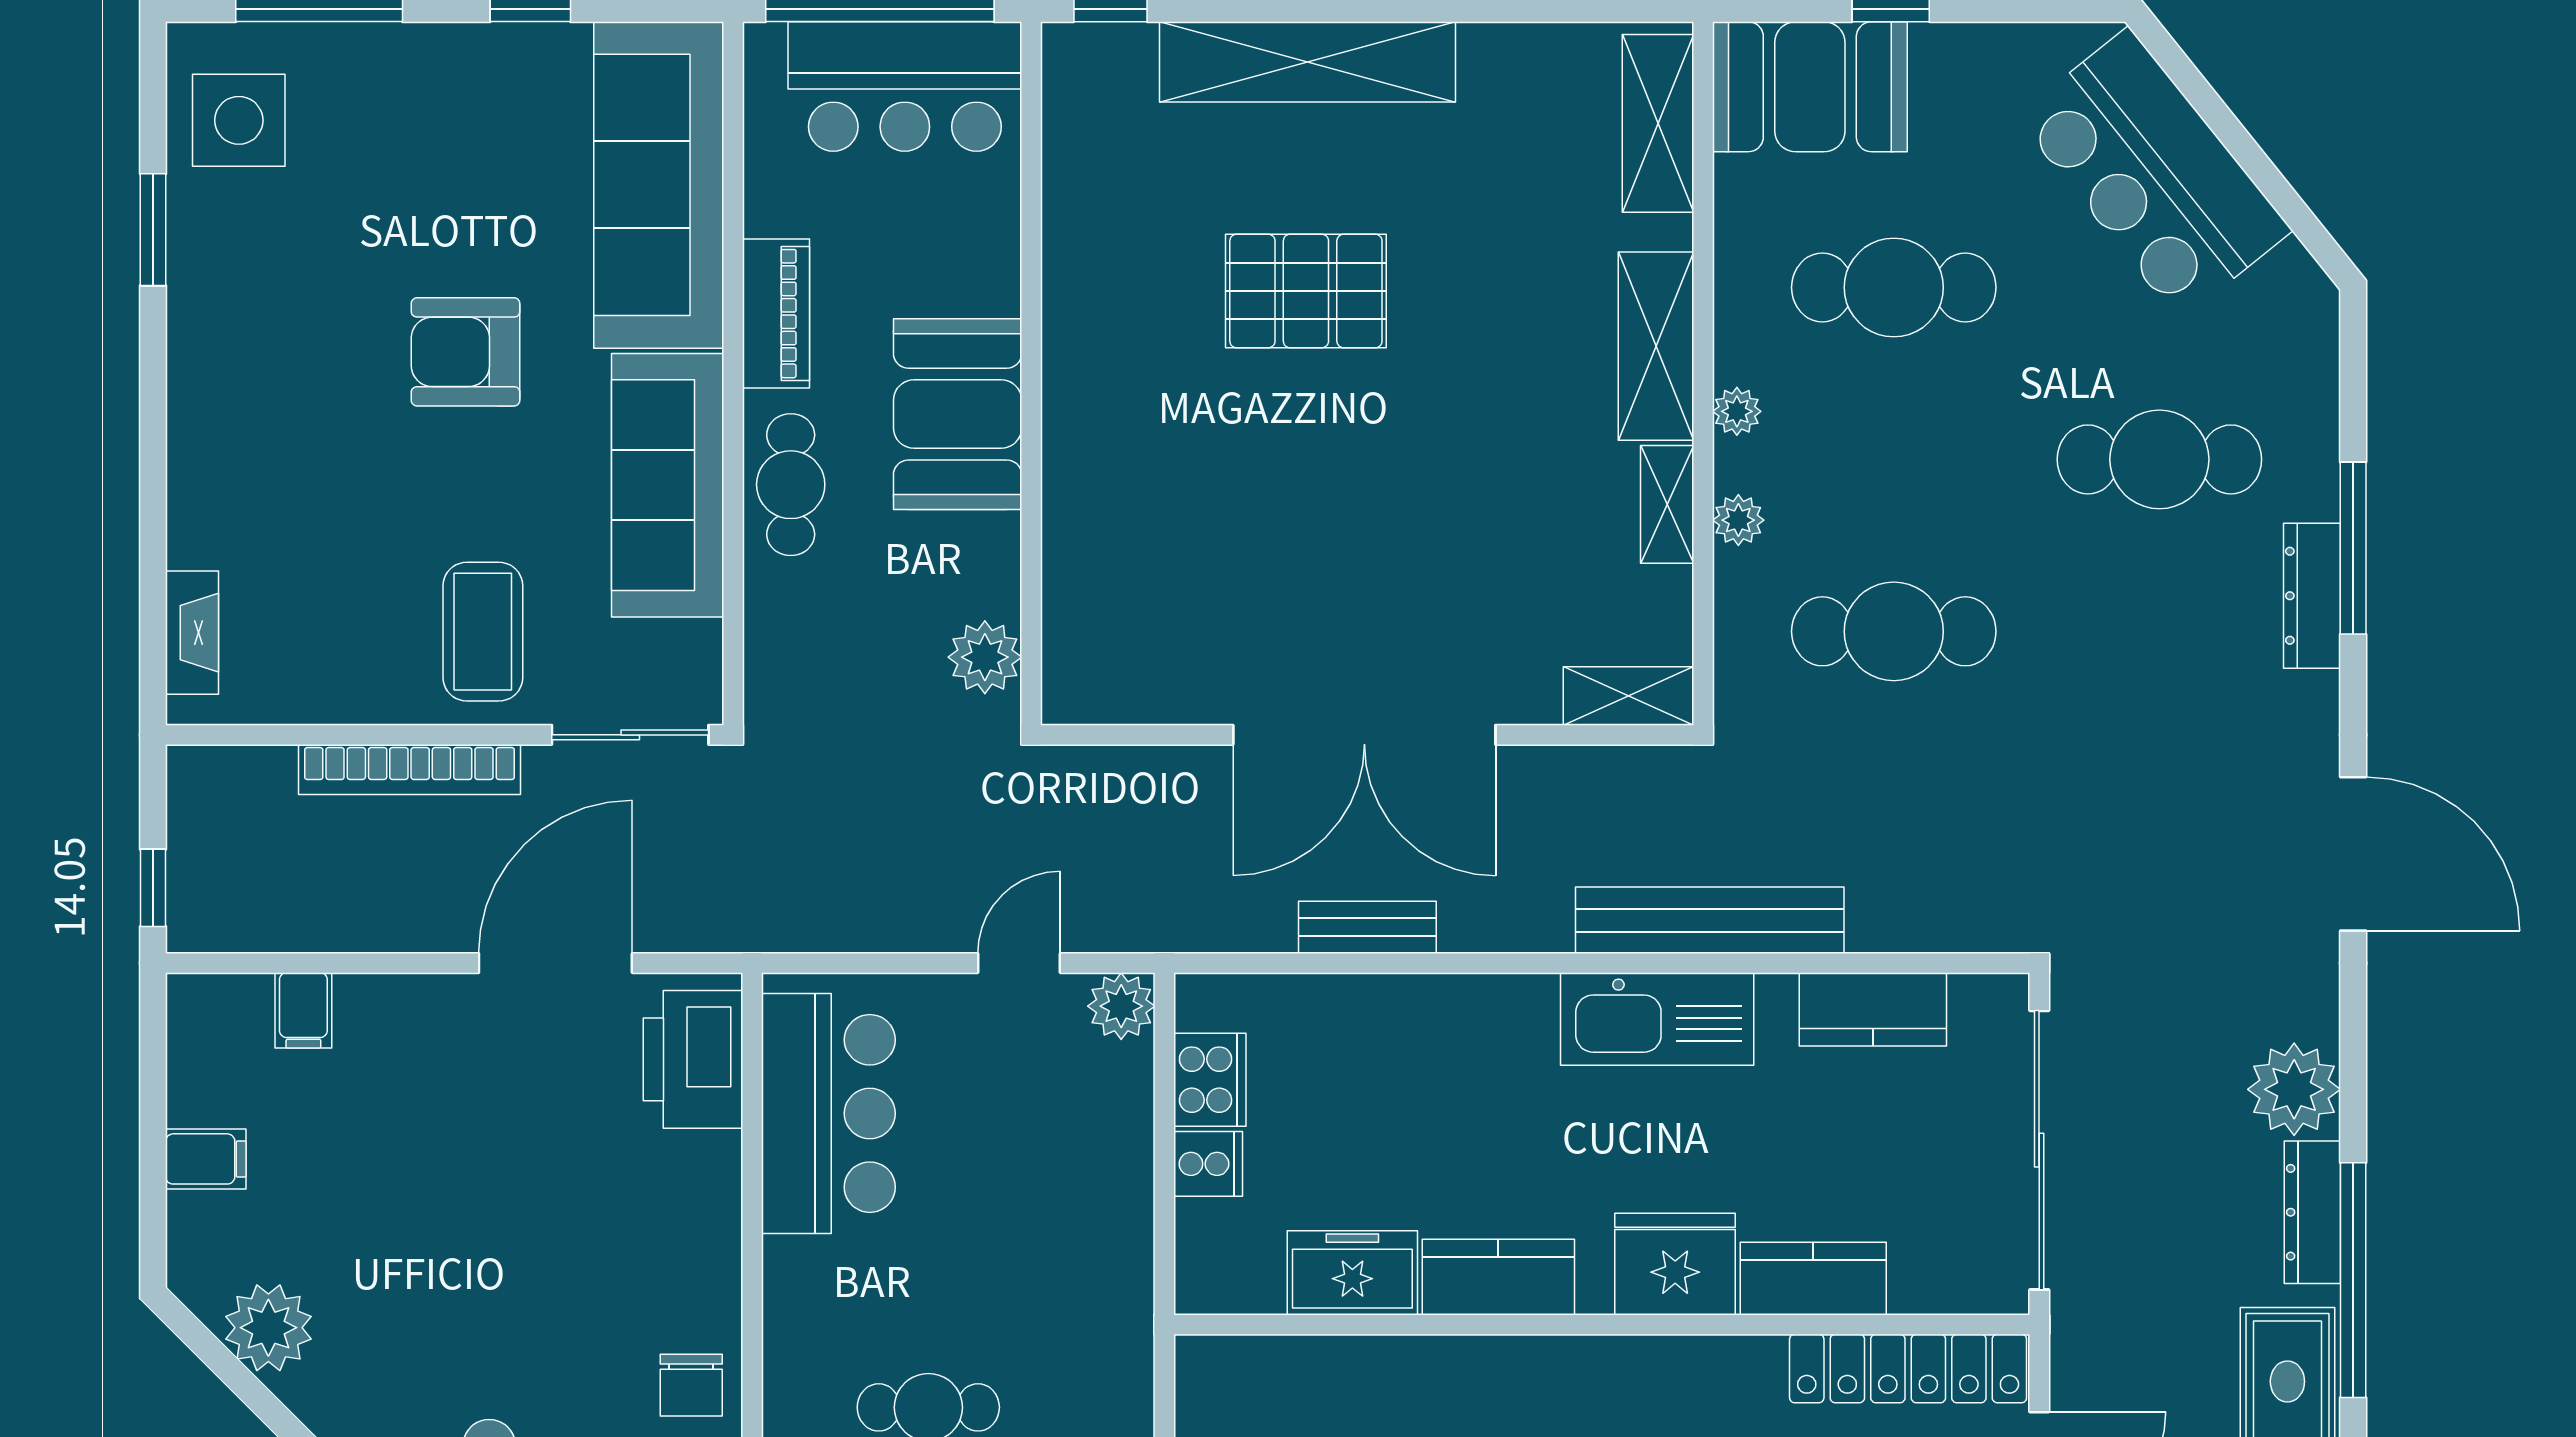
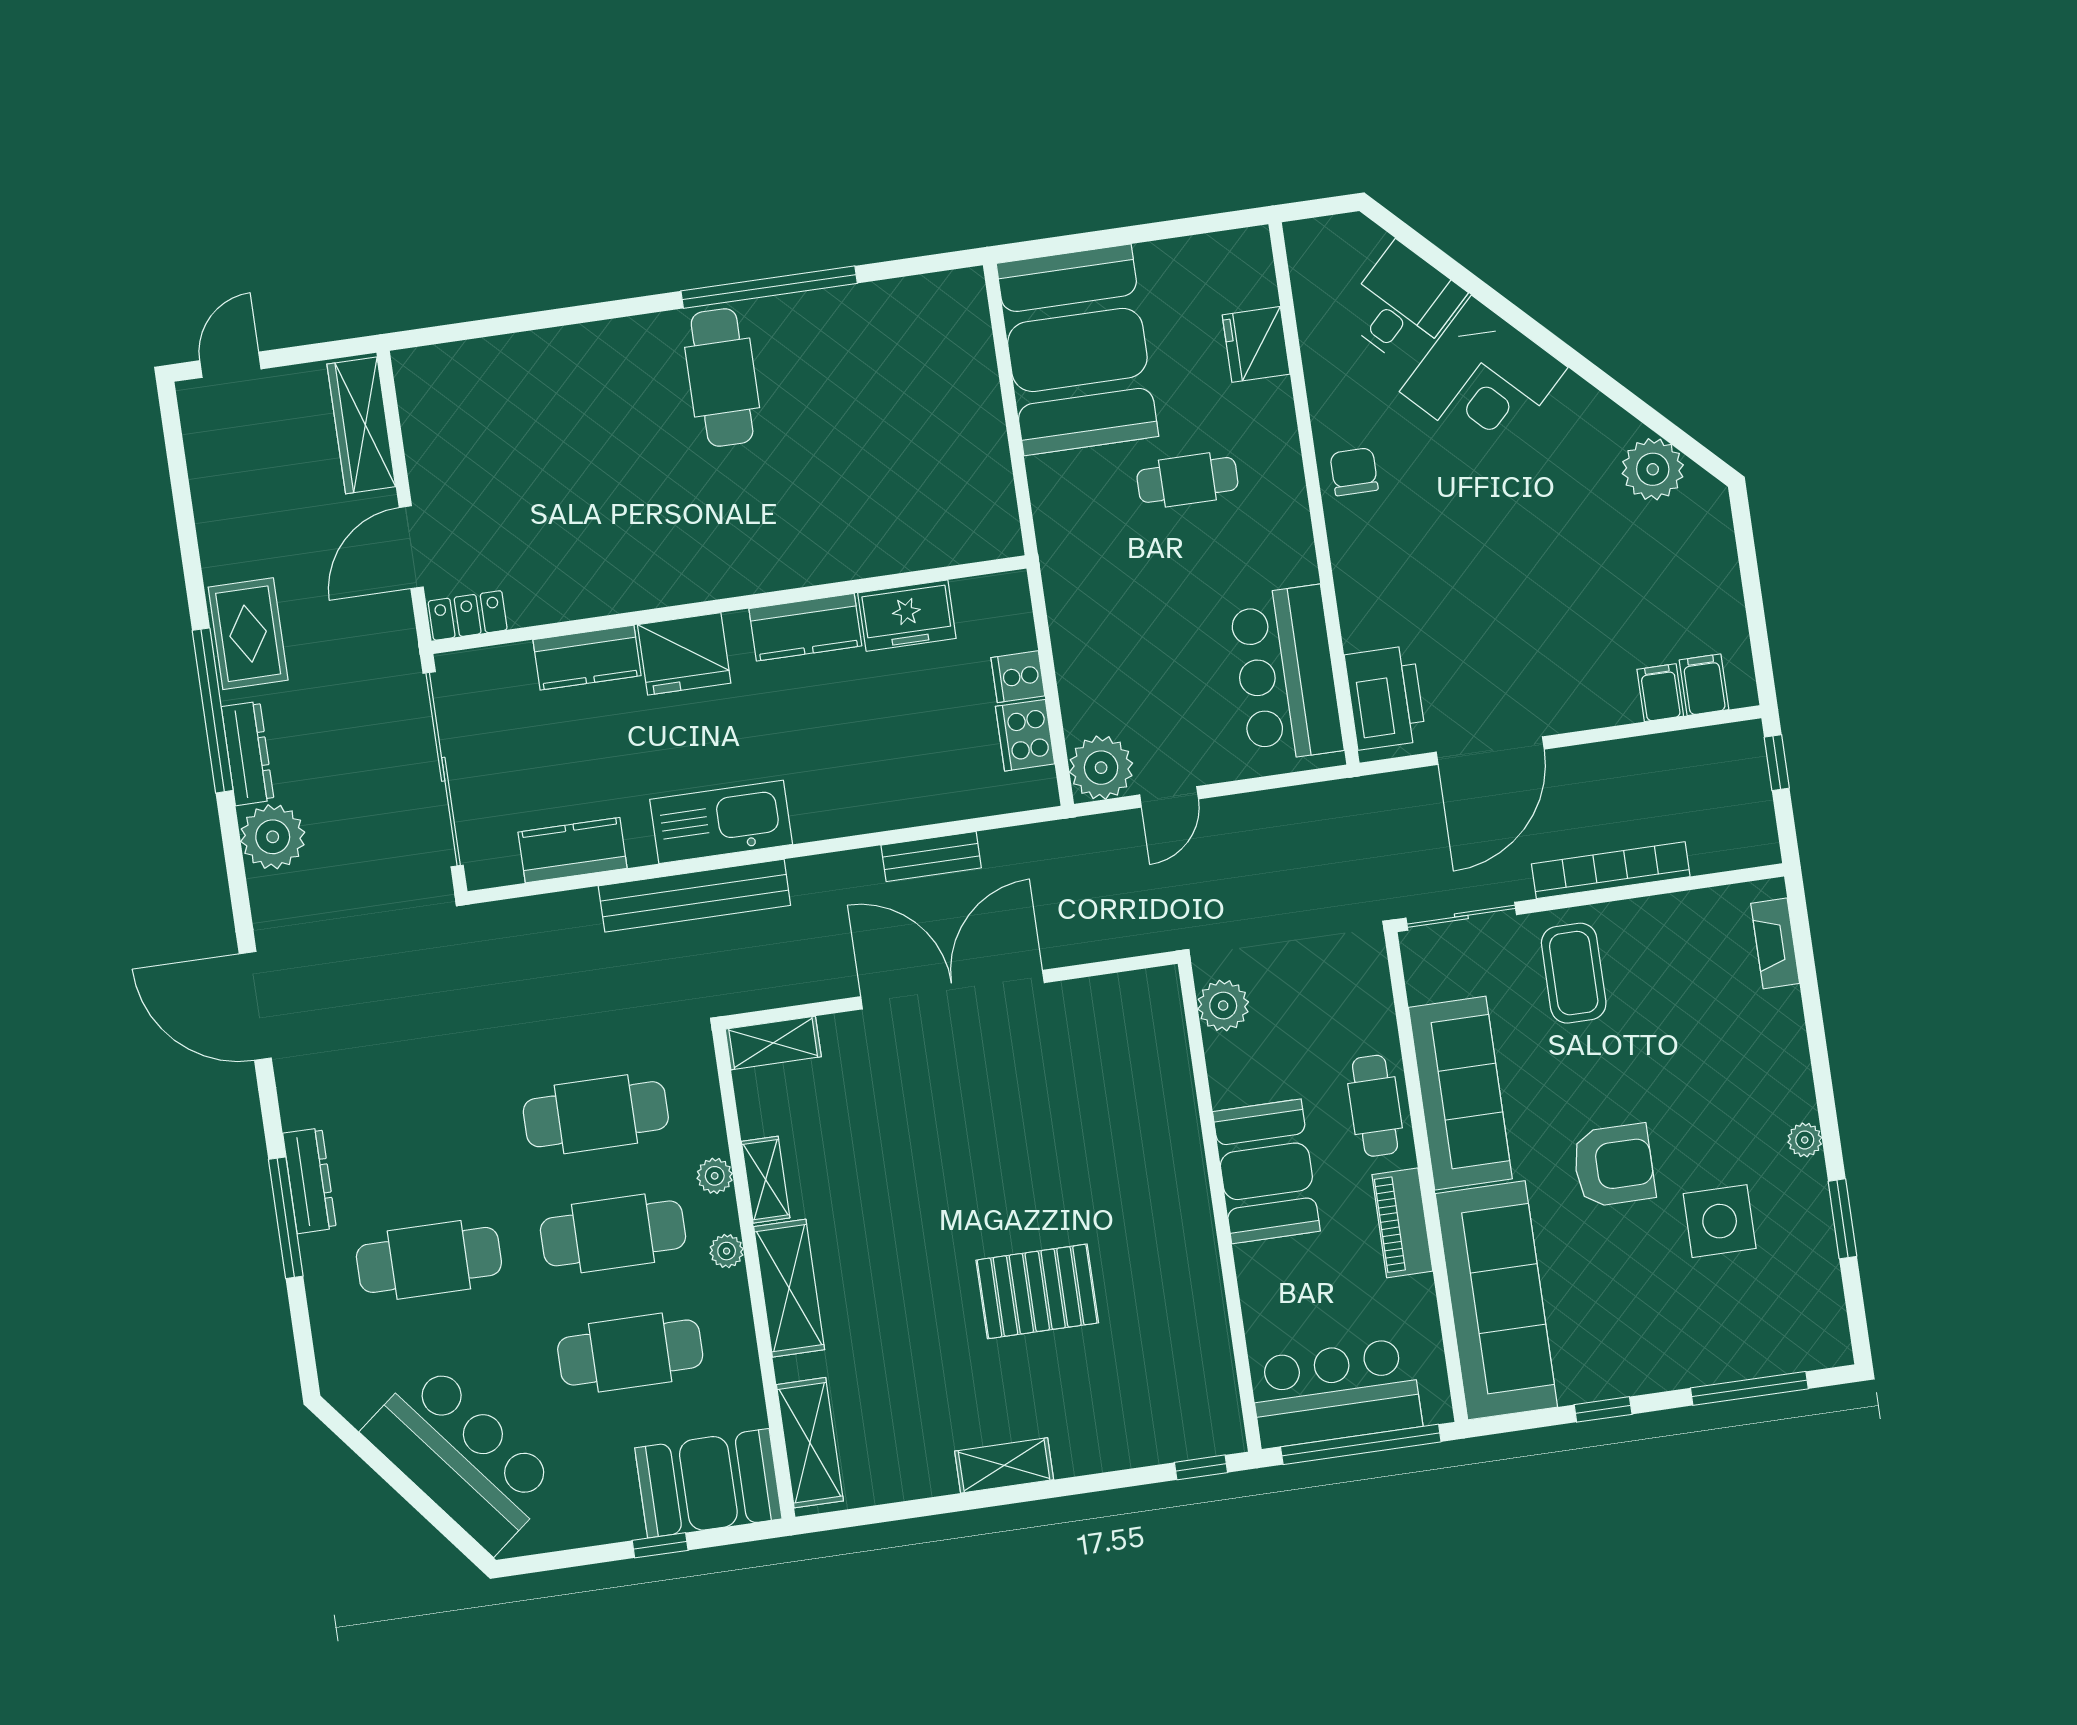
shelving: (1308, 62) -> (1004, 1465), width x0.45, depth x0.75
side table: (239, 120) -> (1720, 1221), moved
plant: (190, 349) -> (1805, 1140), added
cafe table: (1894, 459) -> (613, 1233), added
plant: (1121, 1006) -> (1101, 768), width x1.36, depth x1.36
filing cabinet: (206, 1159) -> (1704, 685), moved, turned 90
locker: (1908, 1368) -> (468, 615), width x0.46, depth x0.83

